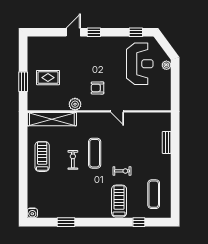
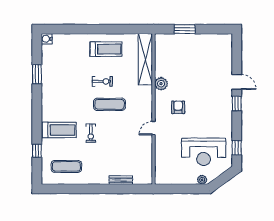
rug: (48, 78) -> (189, 55), removed

